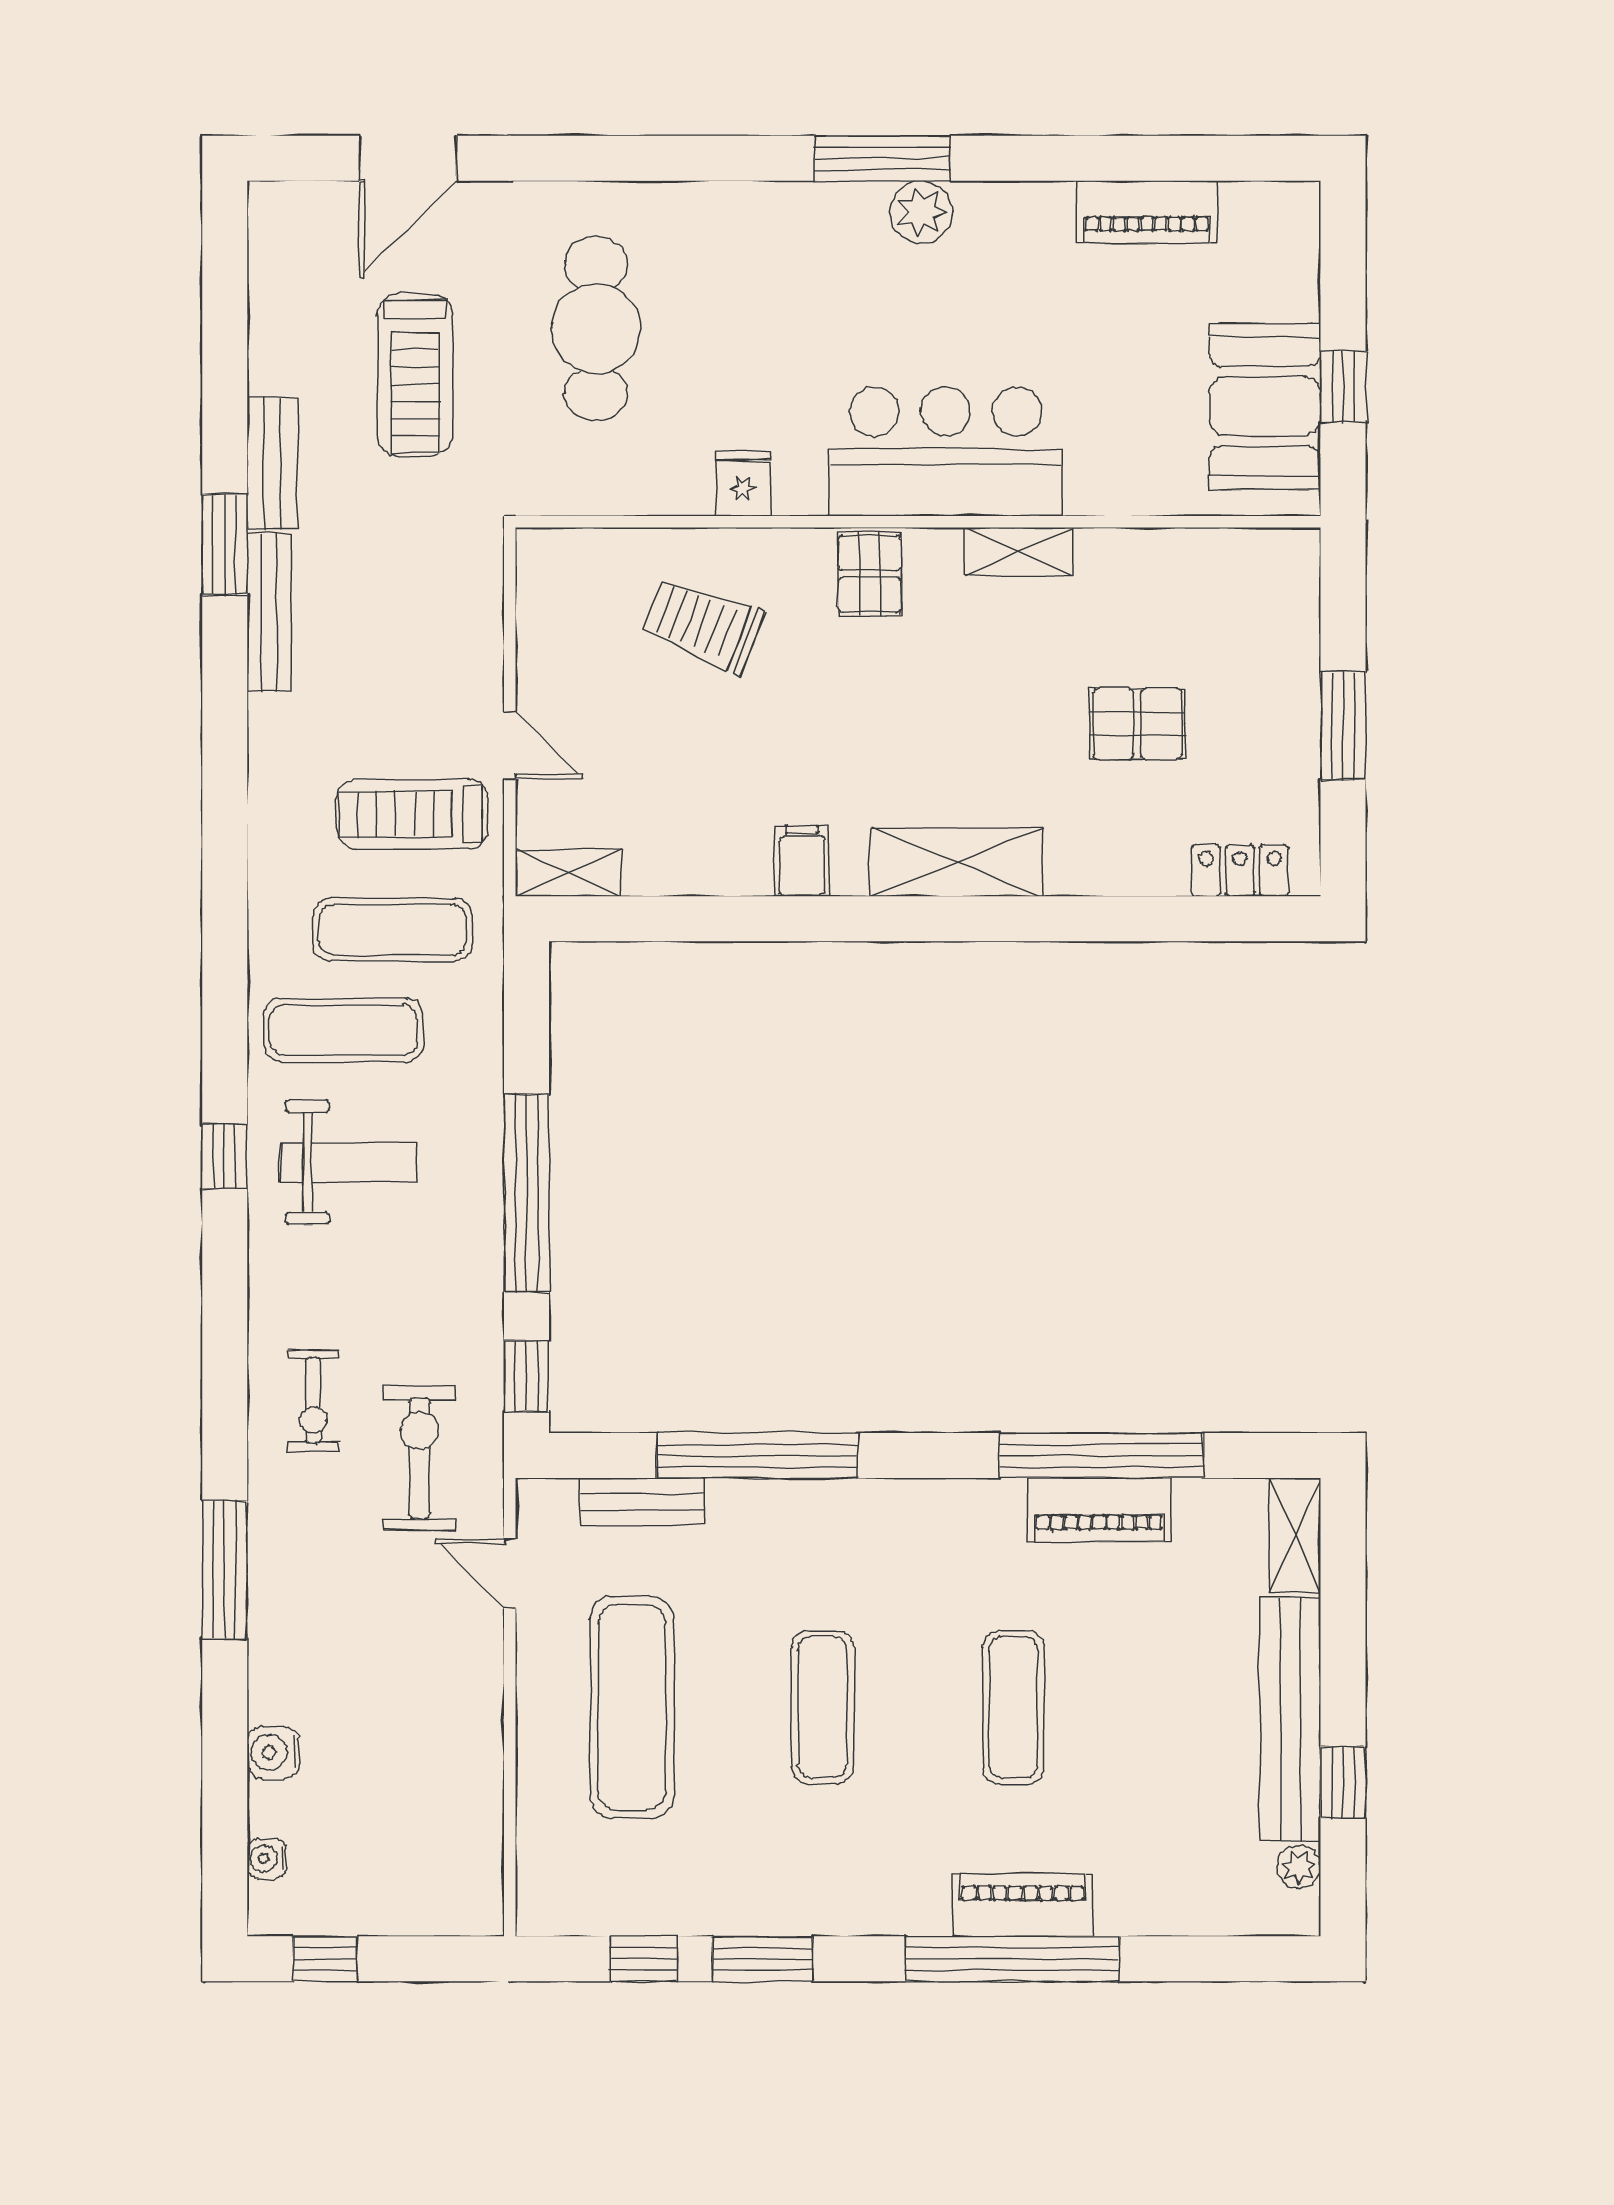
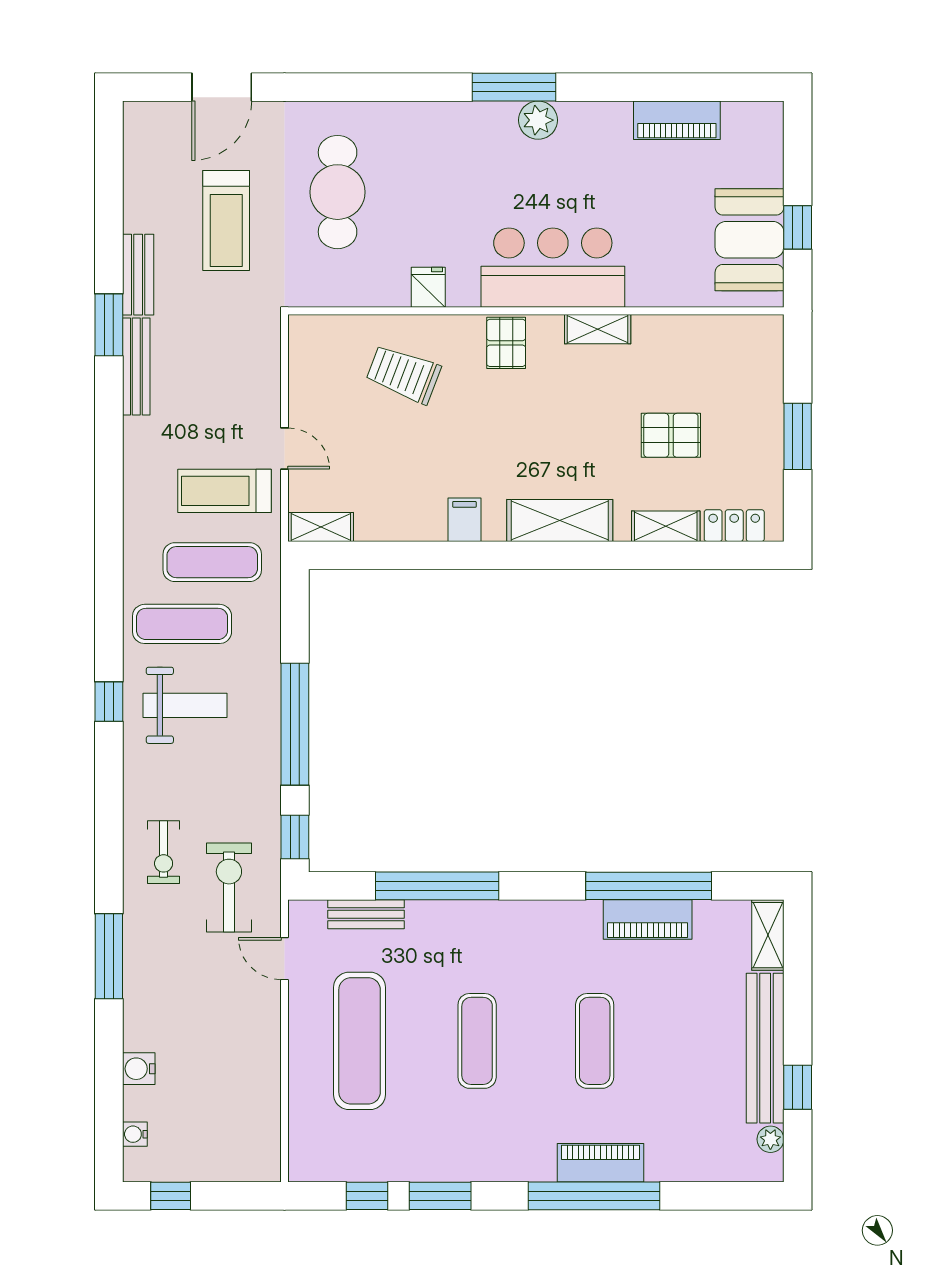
shelving: (1129, 872) -> (666, 526), added

